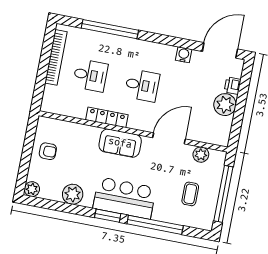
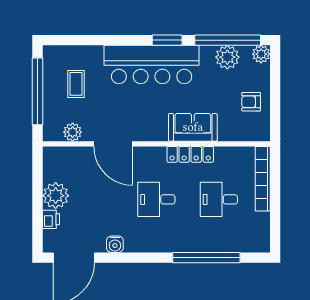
bookcase: (56, 57) -> (263, 179), moved
door: (169, 138) -> (113, 144), hinge flipped
sofa: (120, 143) -> (193, 127), moved
plant: (73, 194) -> (227, 57), moved
bar counter: (124, 198) -> (152, 65), width x1.36
window: (155, 225) -> (228, 40), moved

